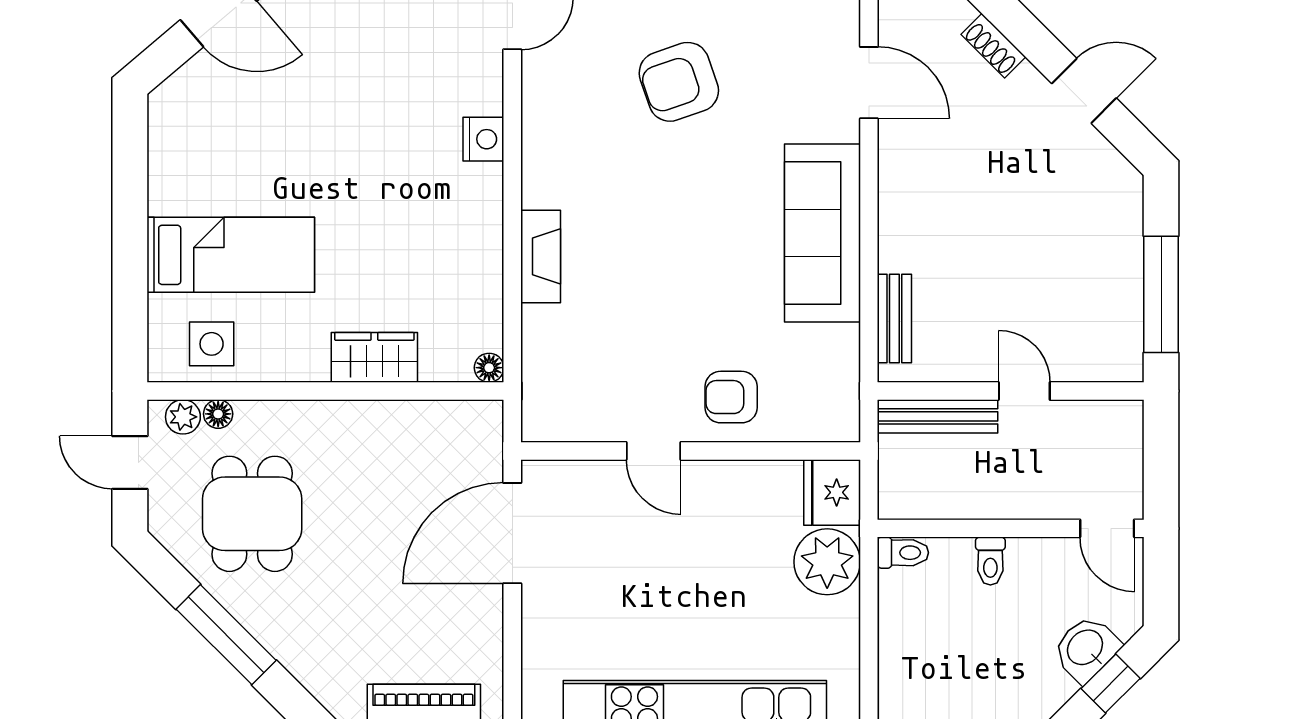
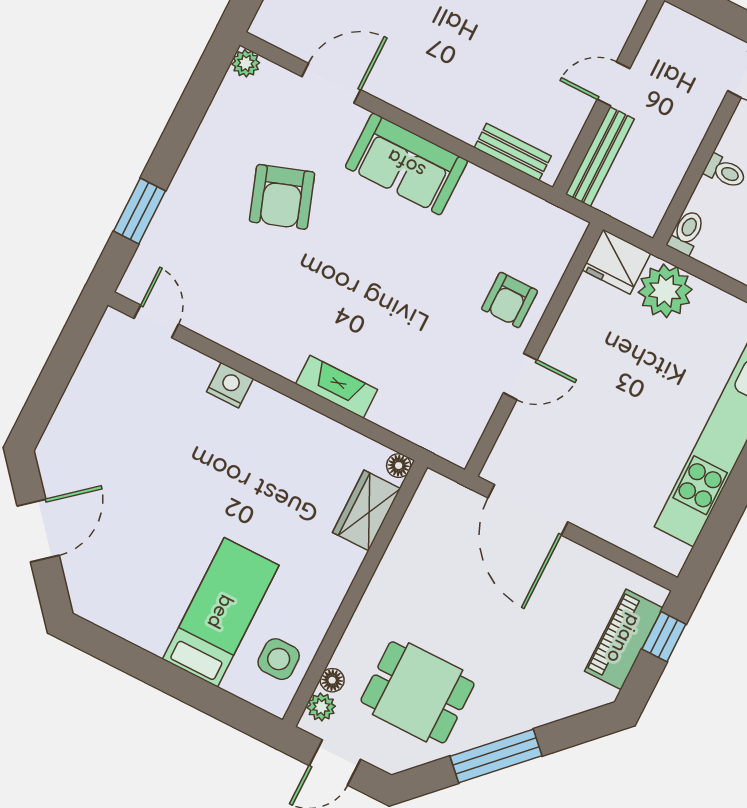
armchair: (679, 82) -> (282, 197), moved
sofa: (822, 233) -> (406, 164), width x0.73
wardrobe: (374, 357) -> (366, 510), moved

